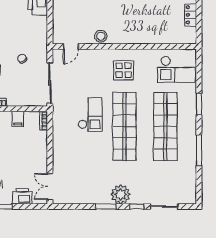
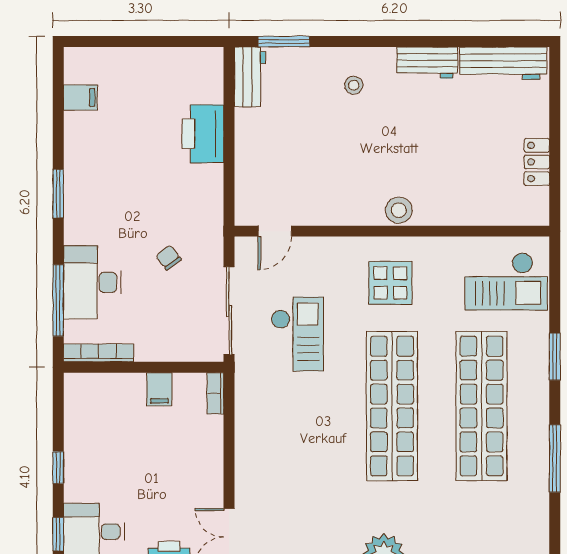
stool: (101, 36) -> (399, 210), moved
checkout: (90, 114) -> (297, 334), moved

